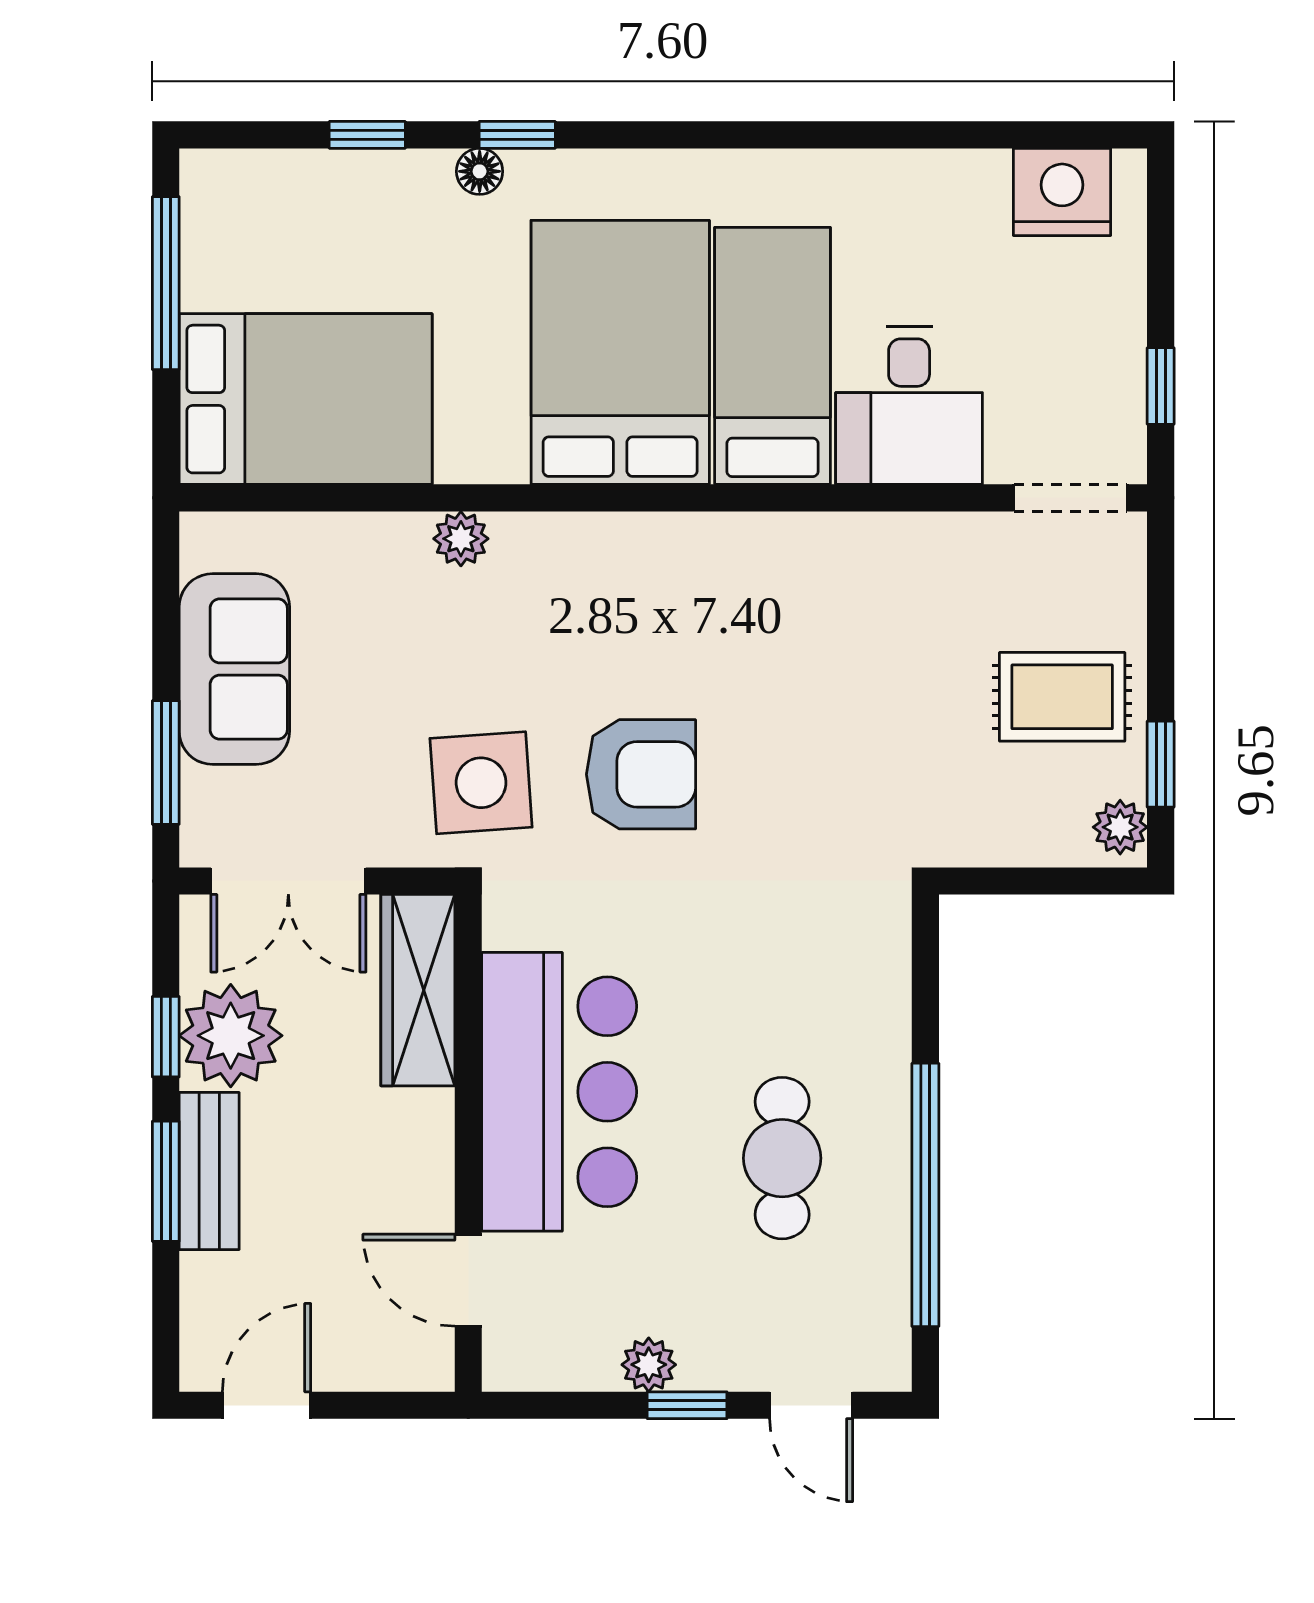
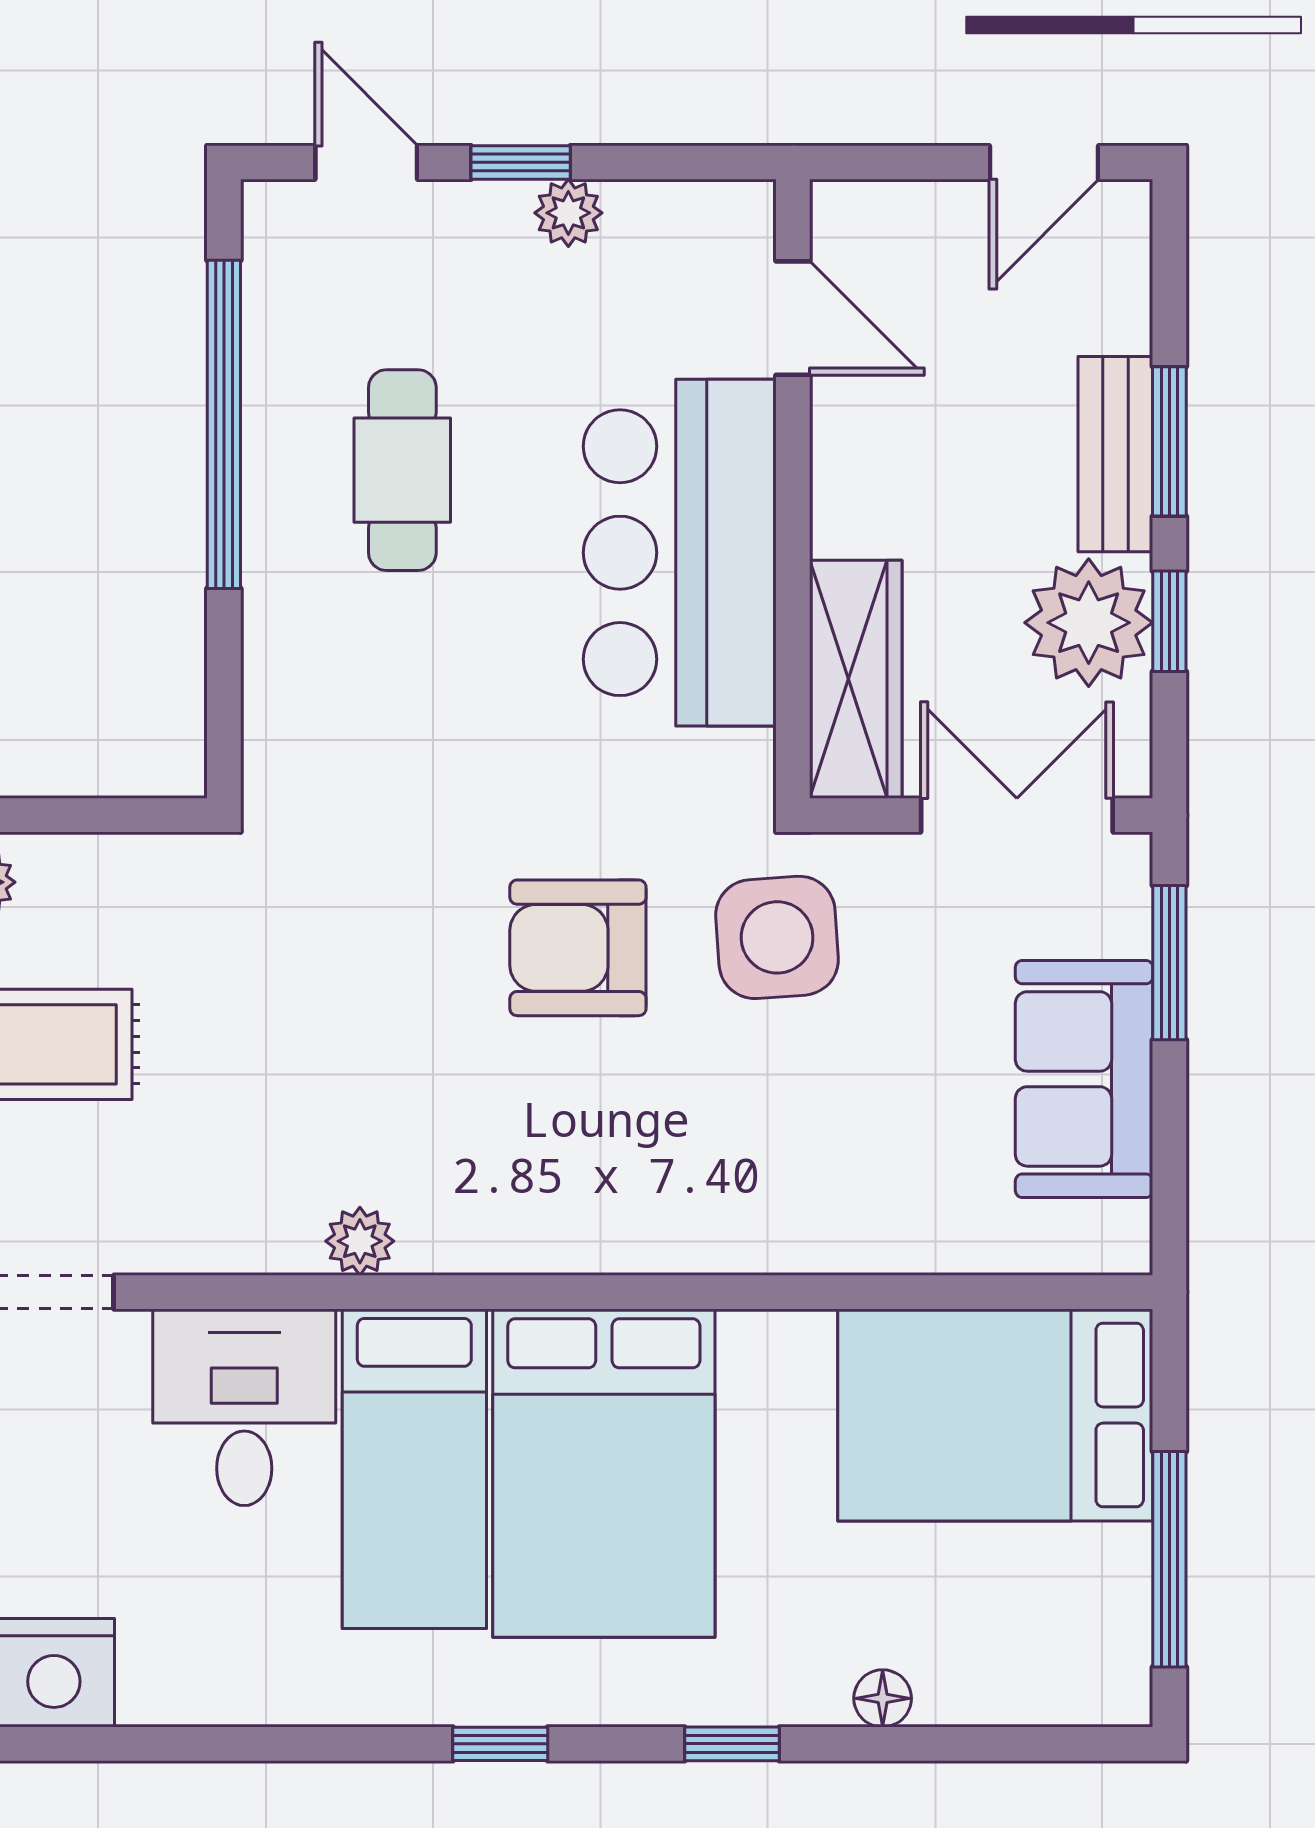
window: (367, 135) -> (500, 1744), moved
floor lamp: (480, 171) -> (883, 1698), moved
plant: (461, 539) -> (360, 1241), moved

